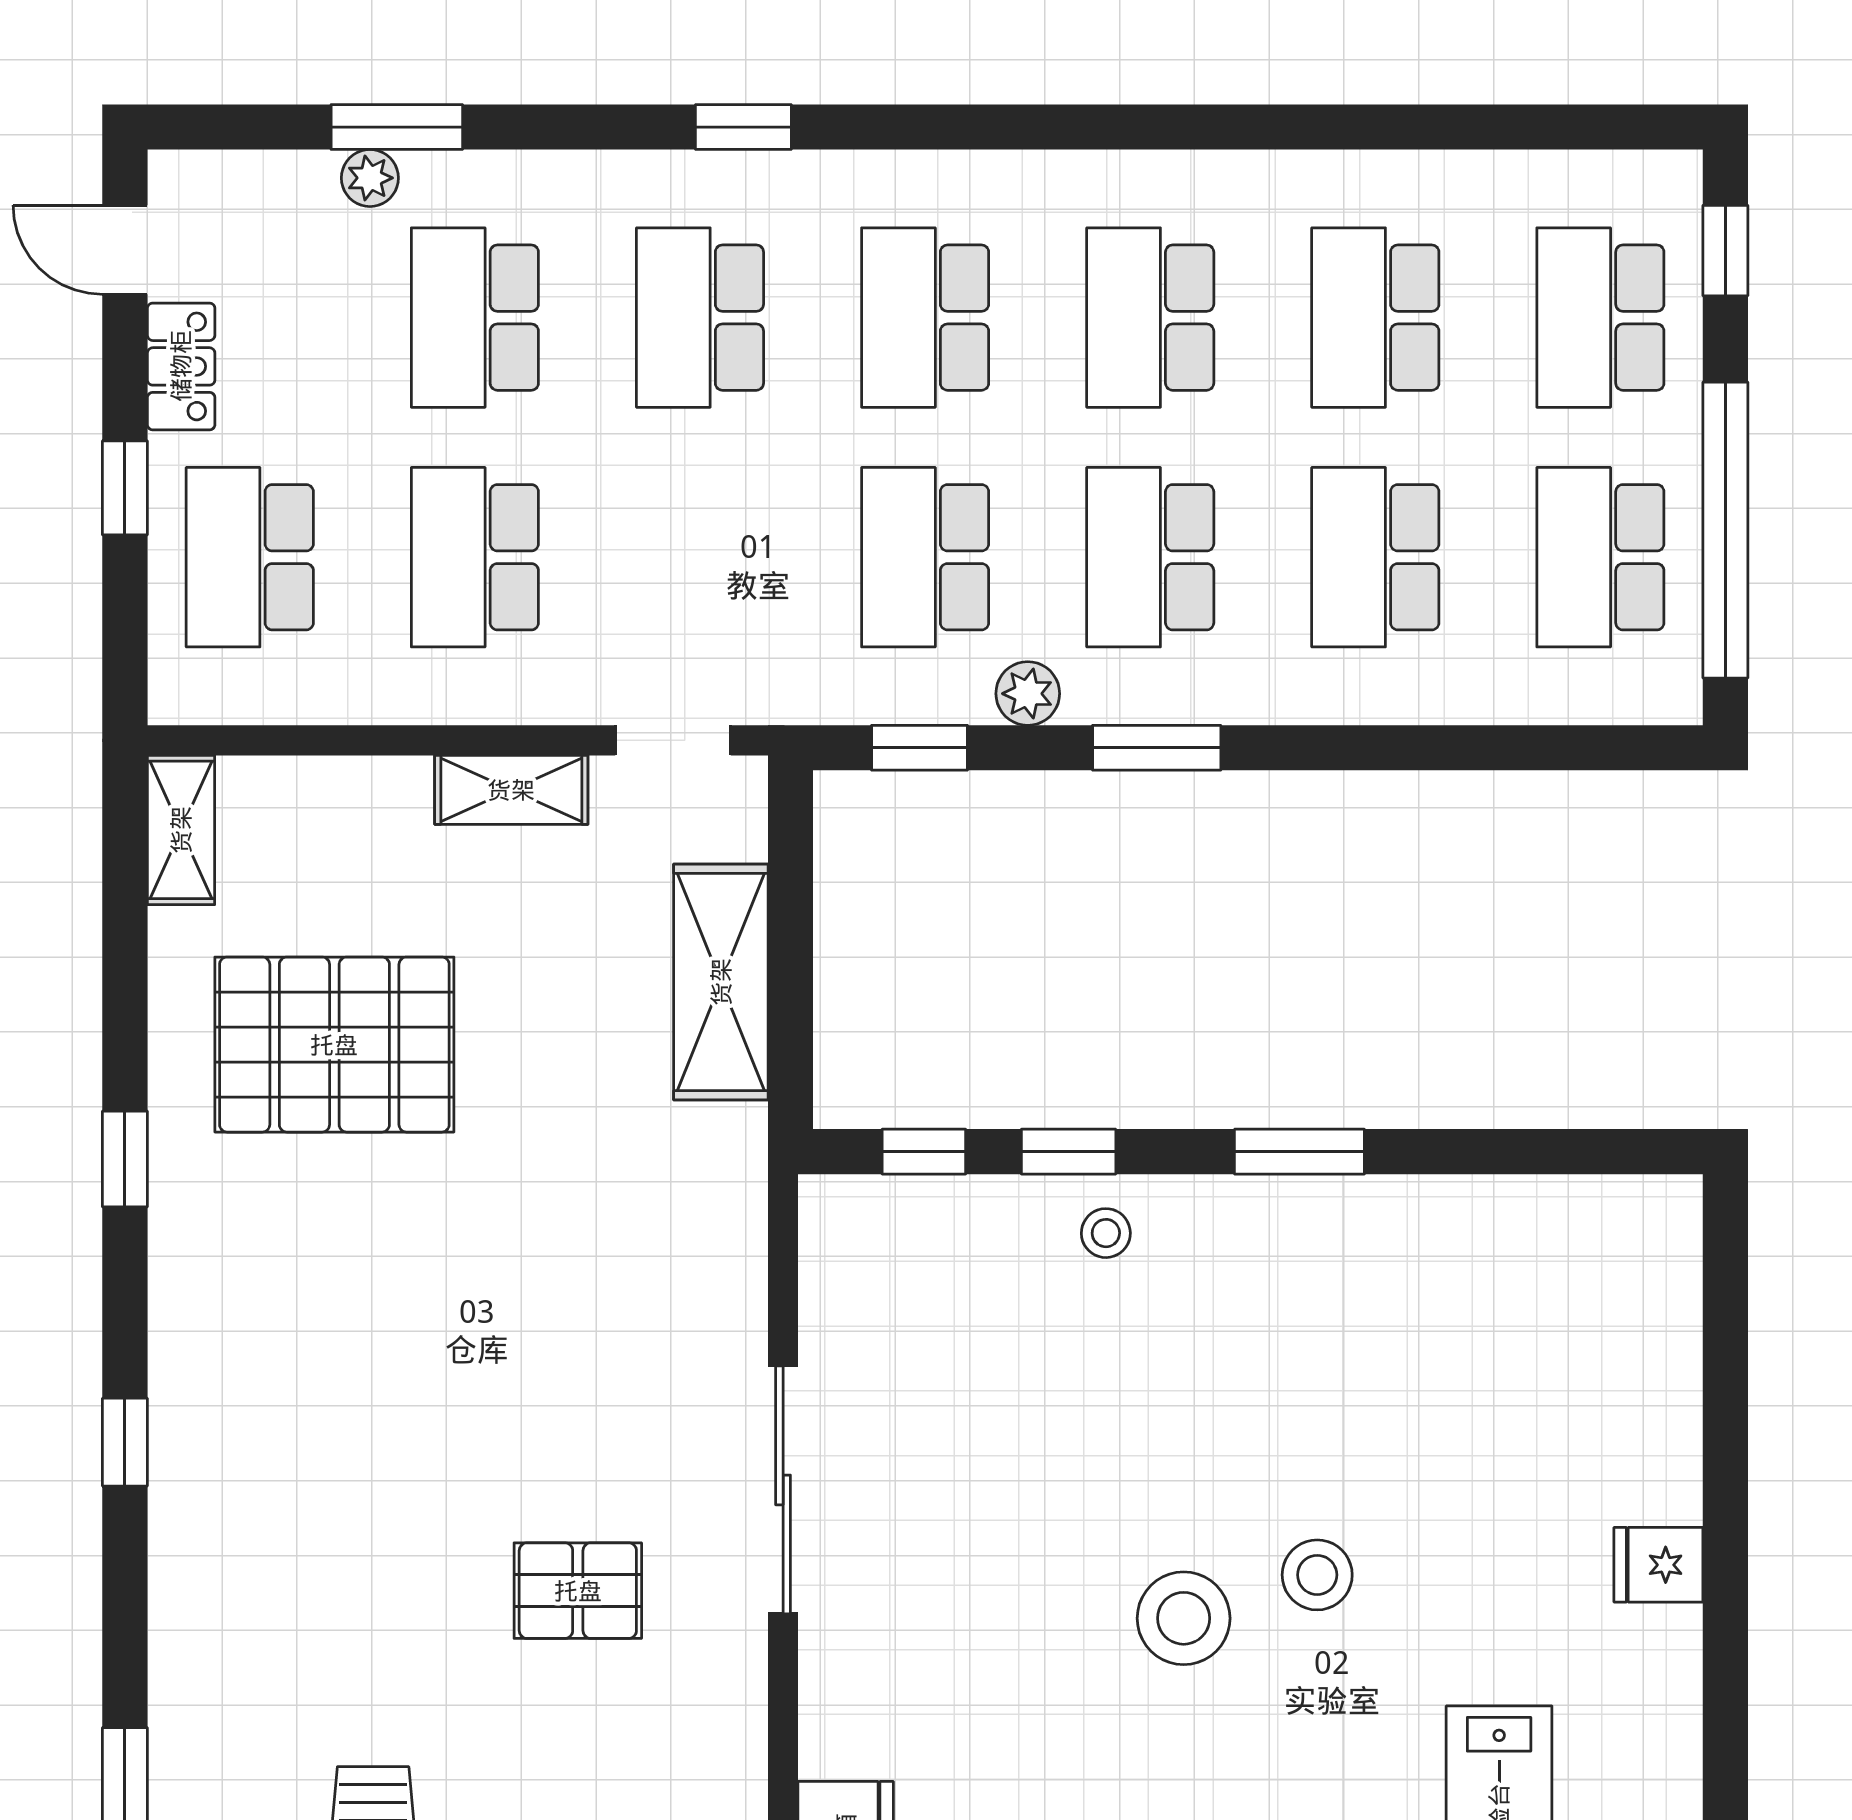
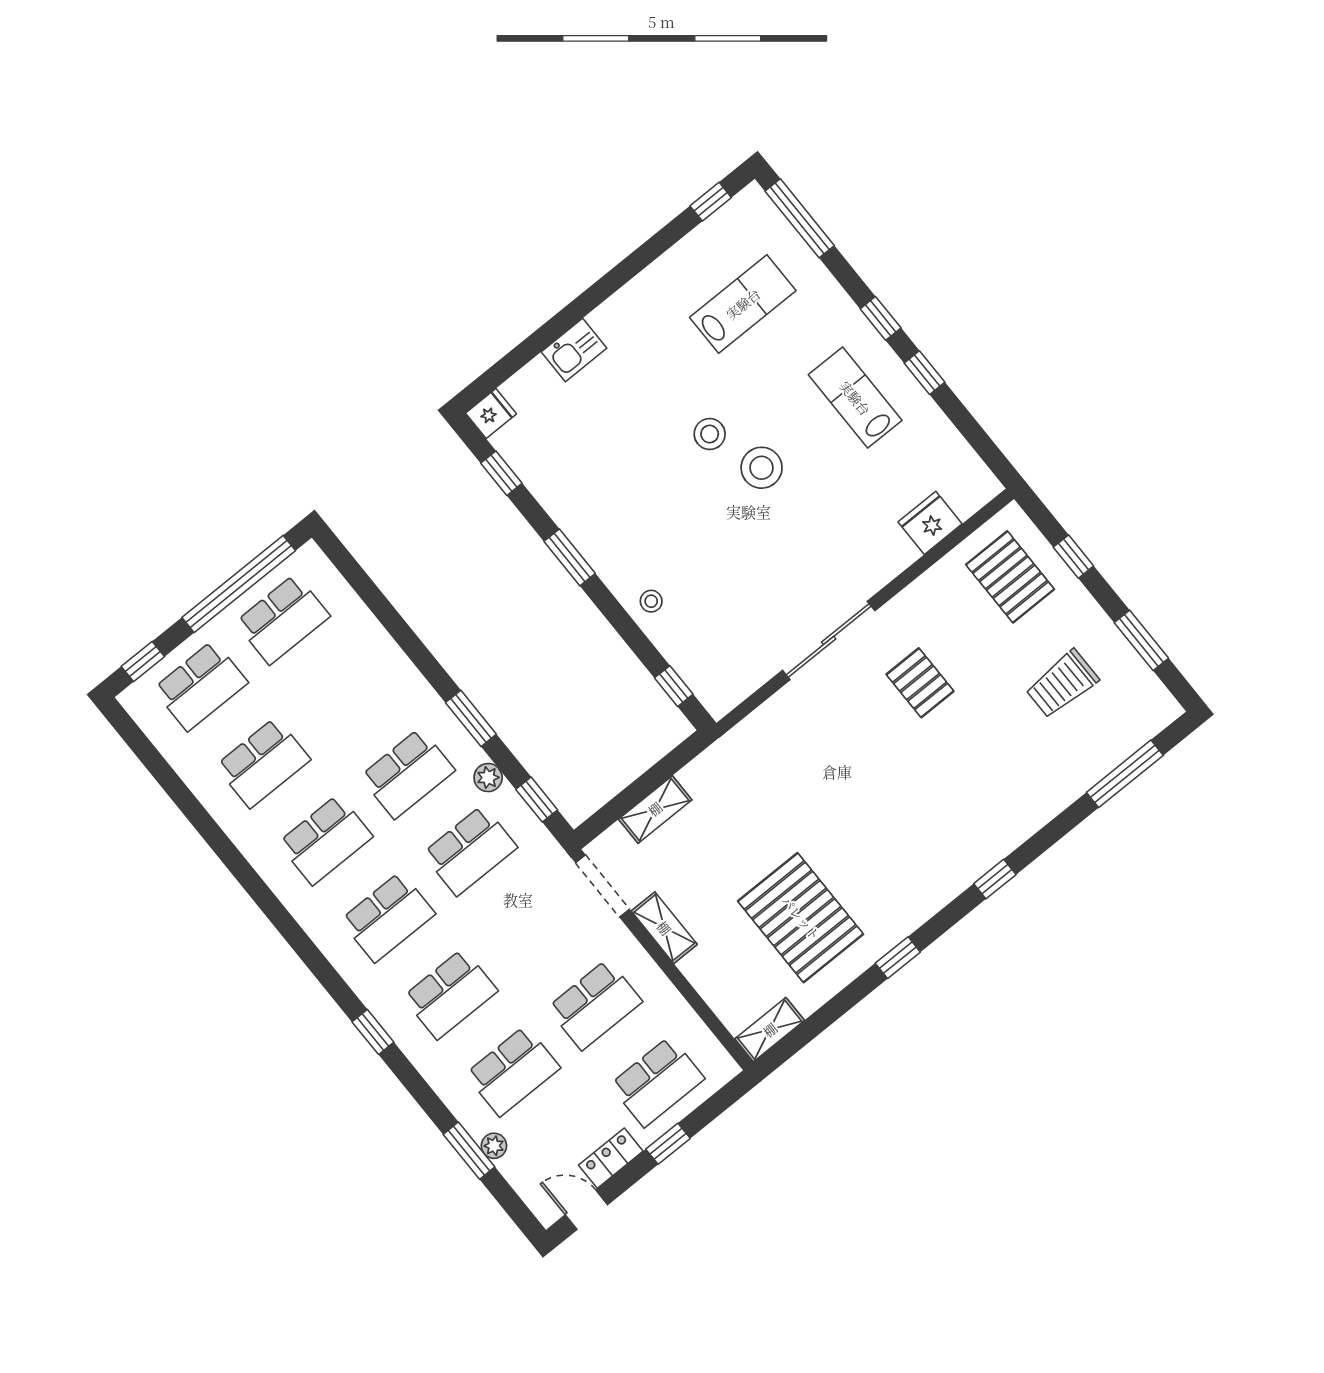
door: (125, 250) -> (586, 1210), swing flipped
school desk: (1375, 557) -> (345, 696), removed
doorway: (673, 740) -> (602, 886), width x1.38
shelving: (721, 982) -> (655, 809), width x0.67, depth x0.75
window: (1069, 1152) -> (501, 473), moved
kitchen sink: (1659, 1456) -> (574, 350), added
fridge: (1658, 1565) -> (491, 413), moved, turned -90

